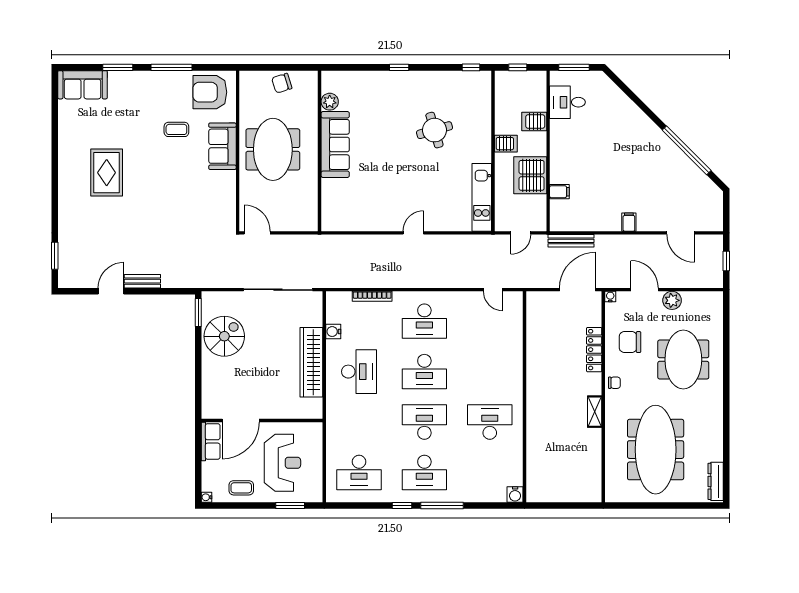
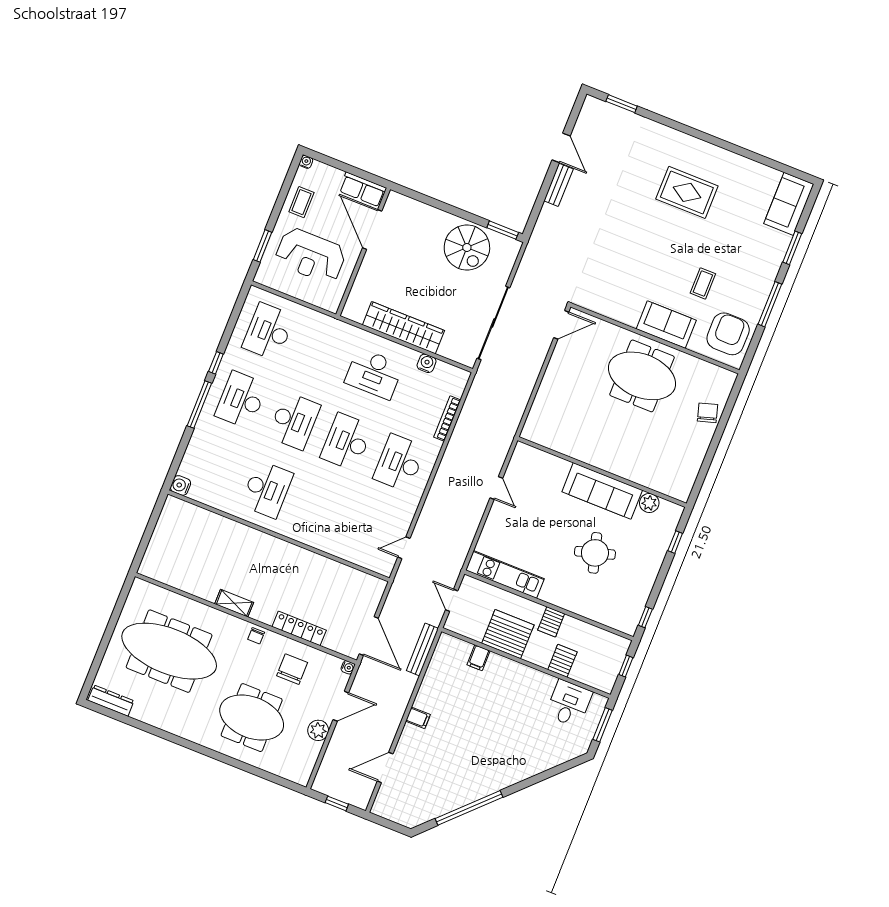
plant: (330, 102) -> (649, 503), moved
sofa: (335, 145) -> (602, 491), moved
wall: (320, 151) -> (602, 472), moved

